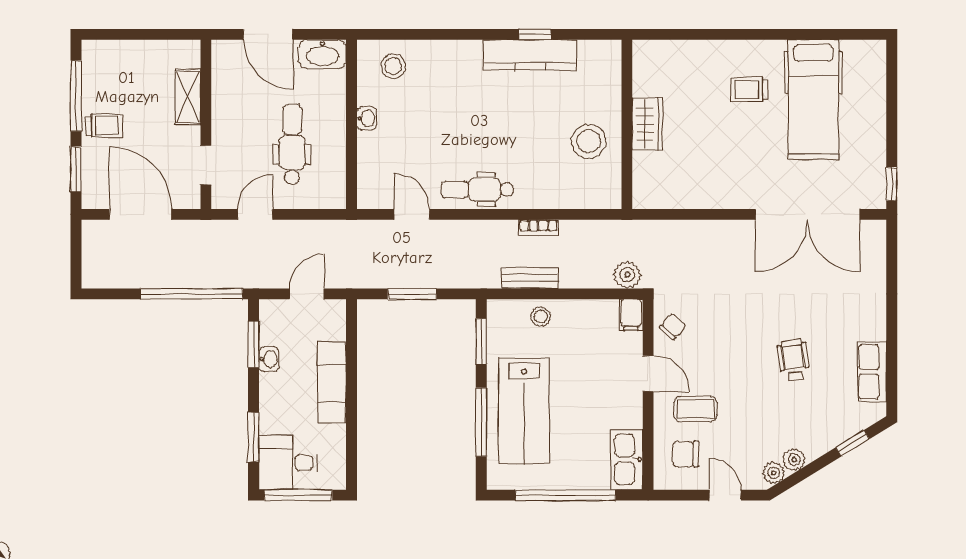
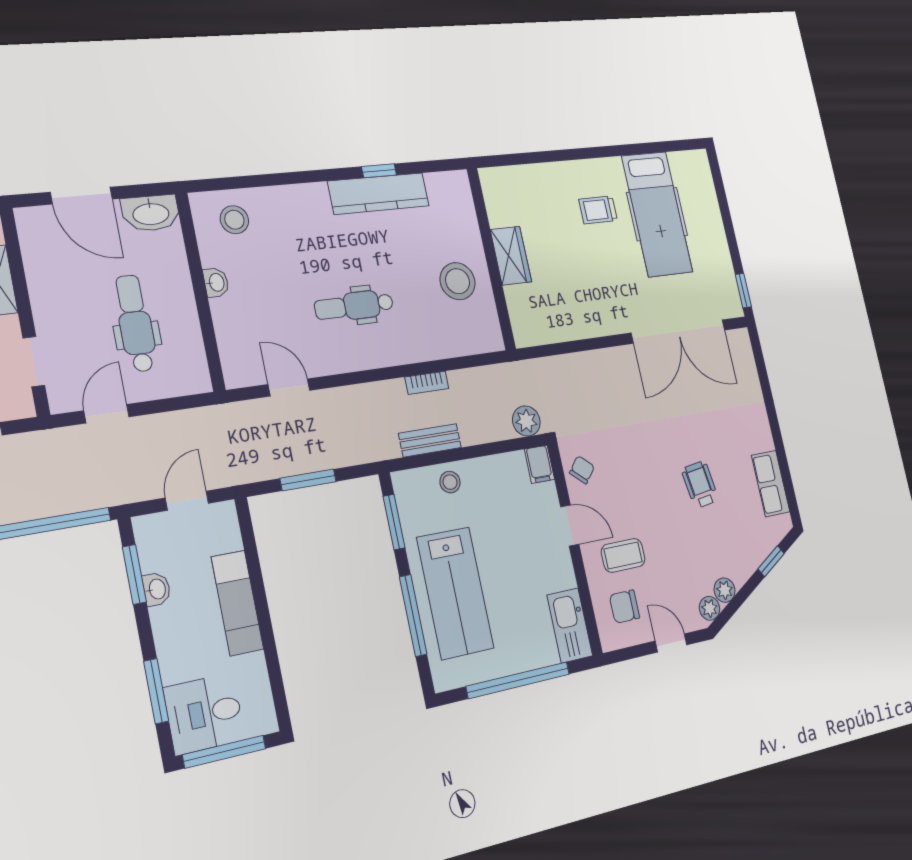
dental chair: (477, 190) -> (354, 306), moved

